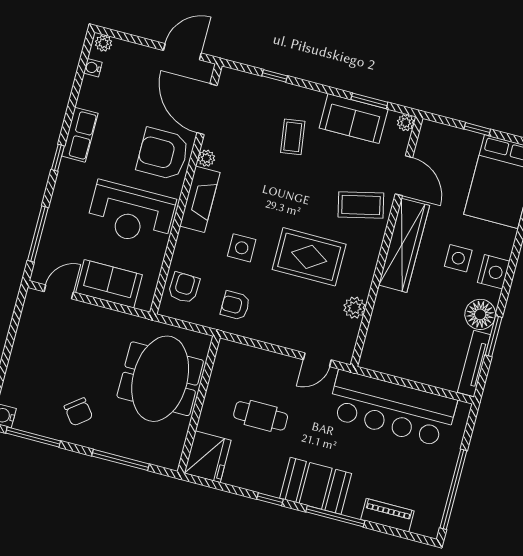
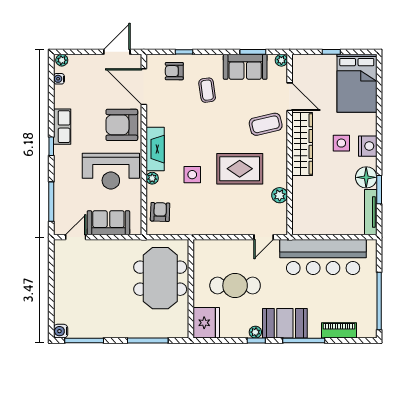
plant: (206, 158) -> (152, 178), moved
armchair: (235, 305) -> (174, 71), moved
chair: (78, 412) -> (111, 315), removed
cafe table: (261, 416) -> (235, 286), width x1.37, depth x1.35
plant: (272, 487) -> (255, 332), added

